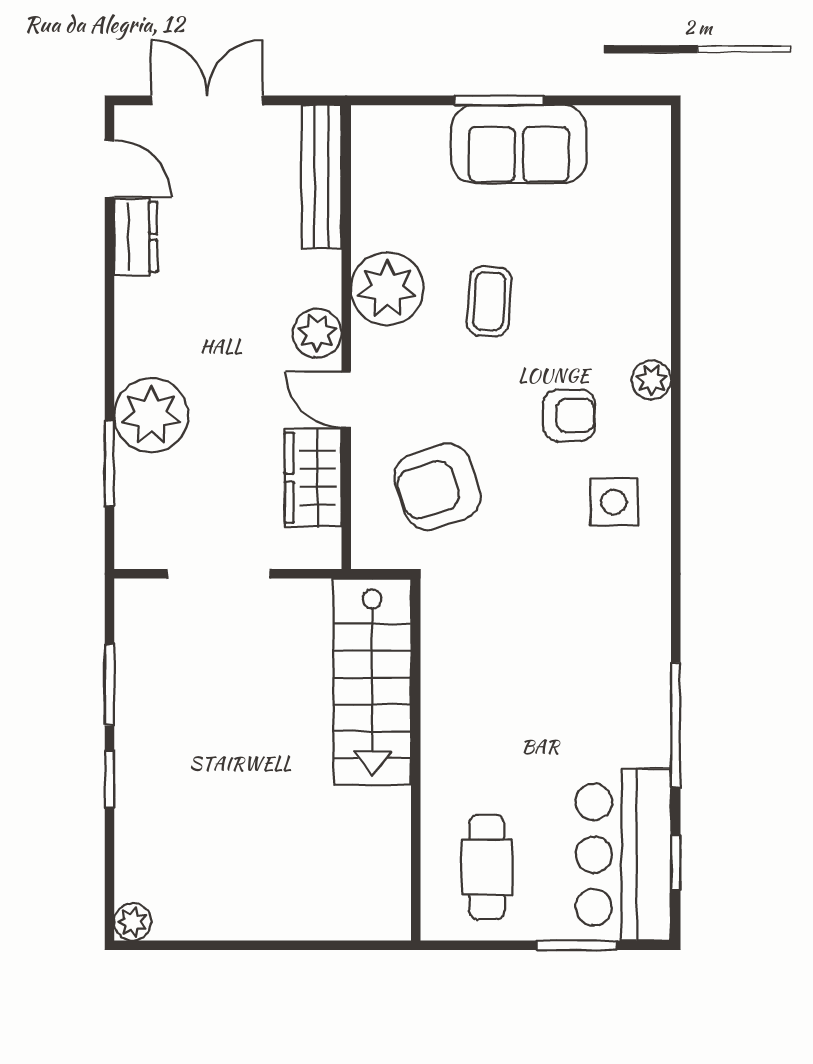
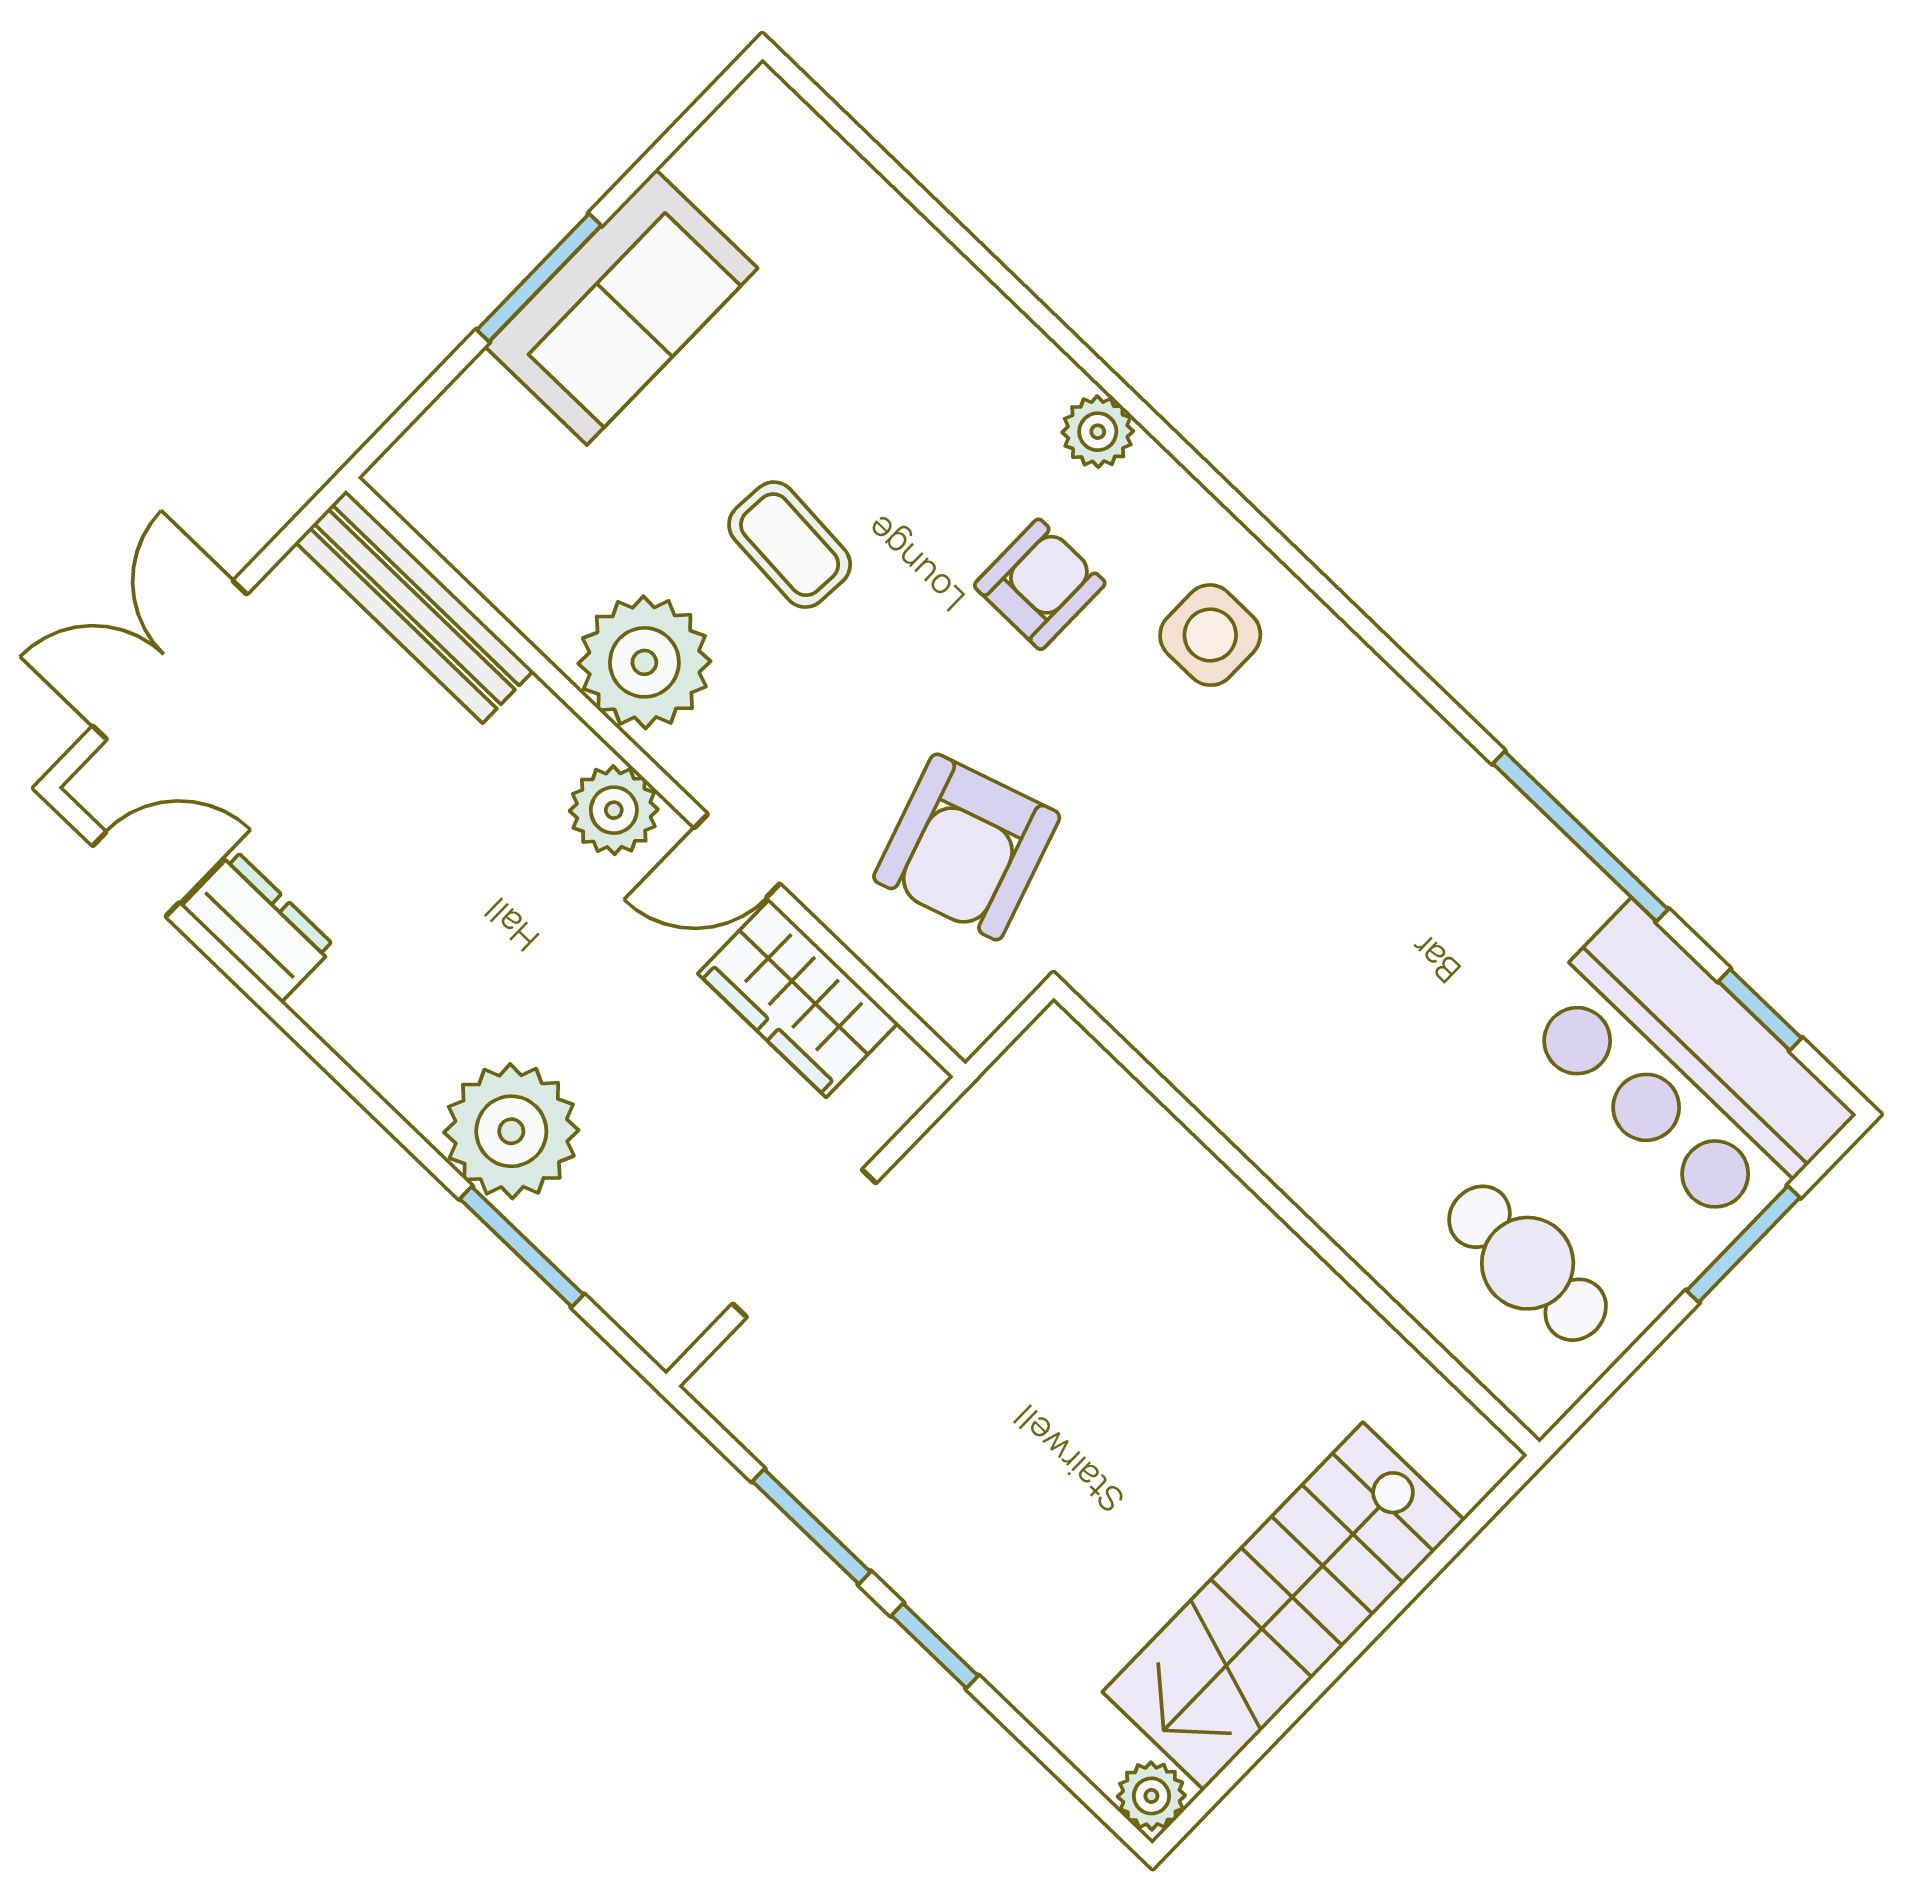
stairs: (372, 682) -> (1284, 1606), moved, turned 90

